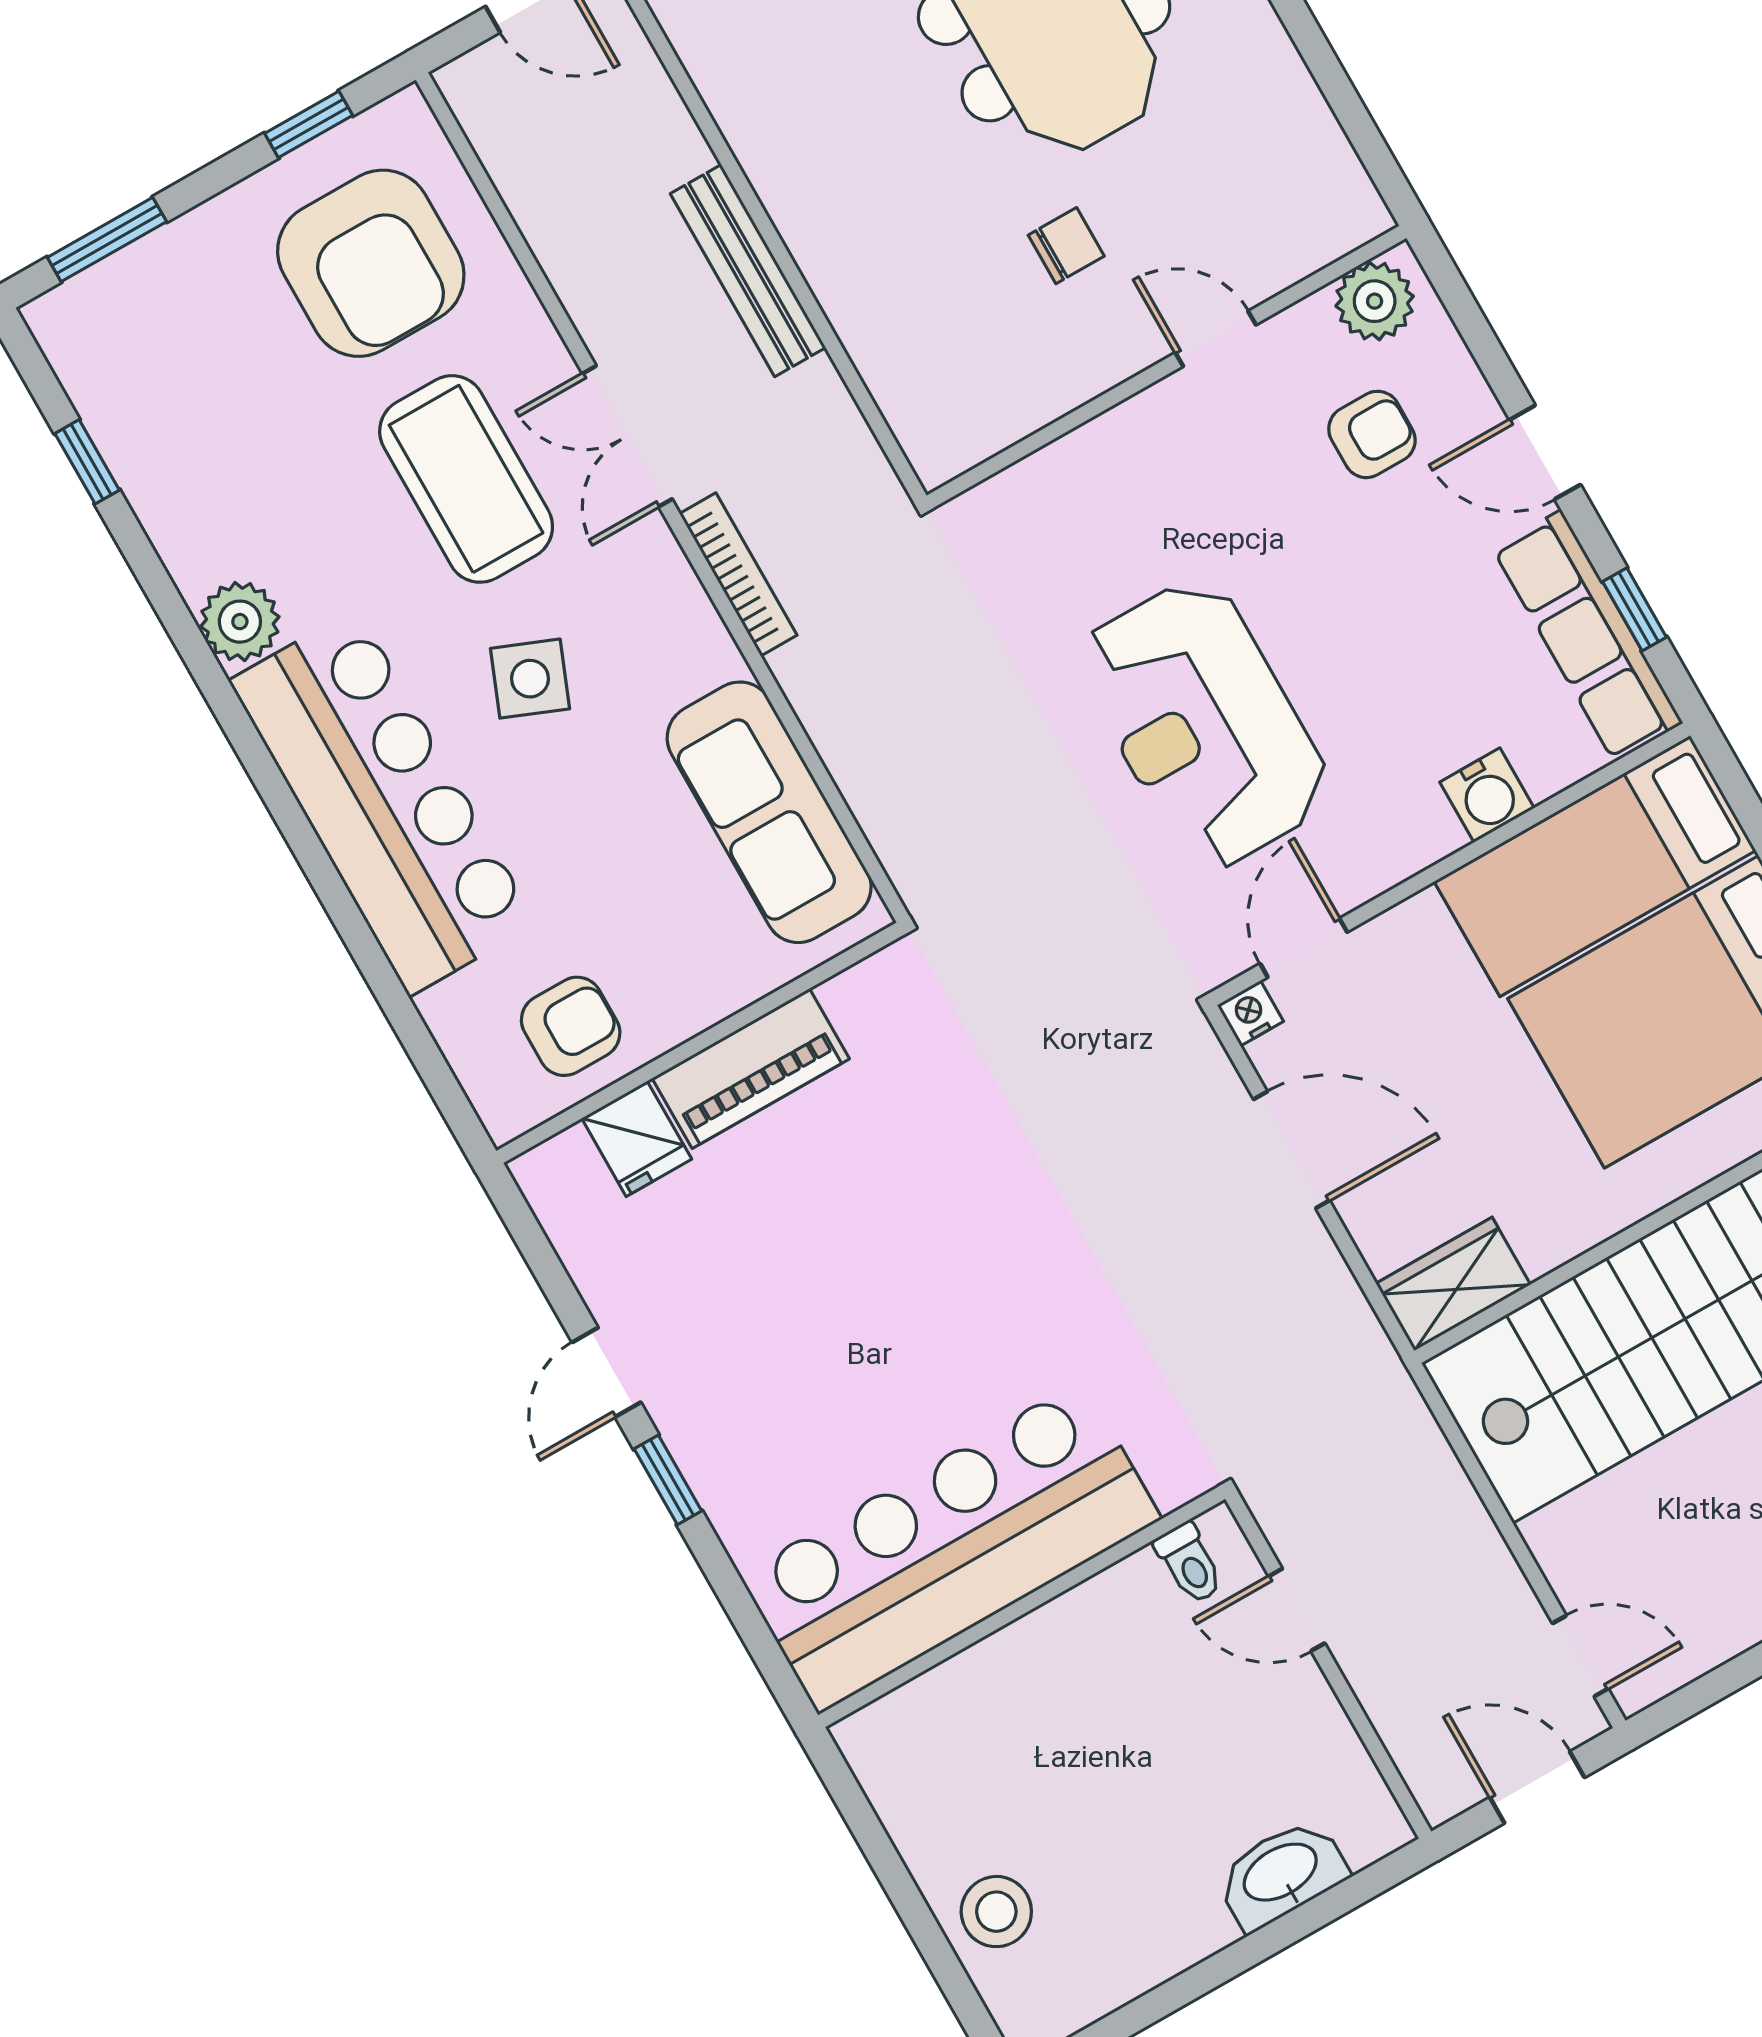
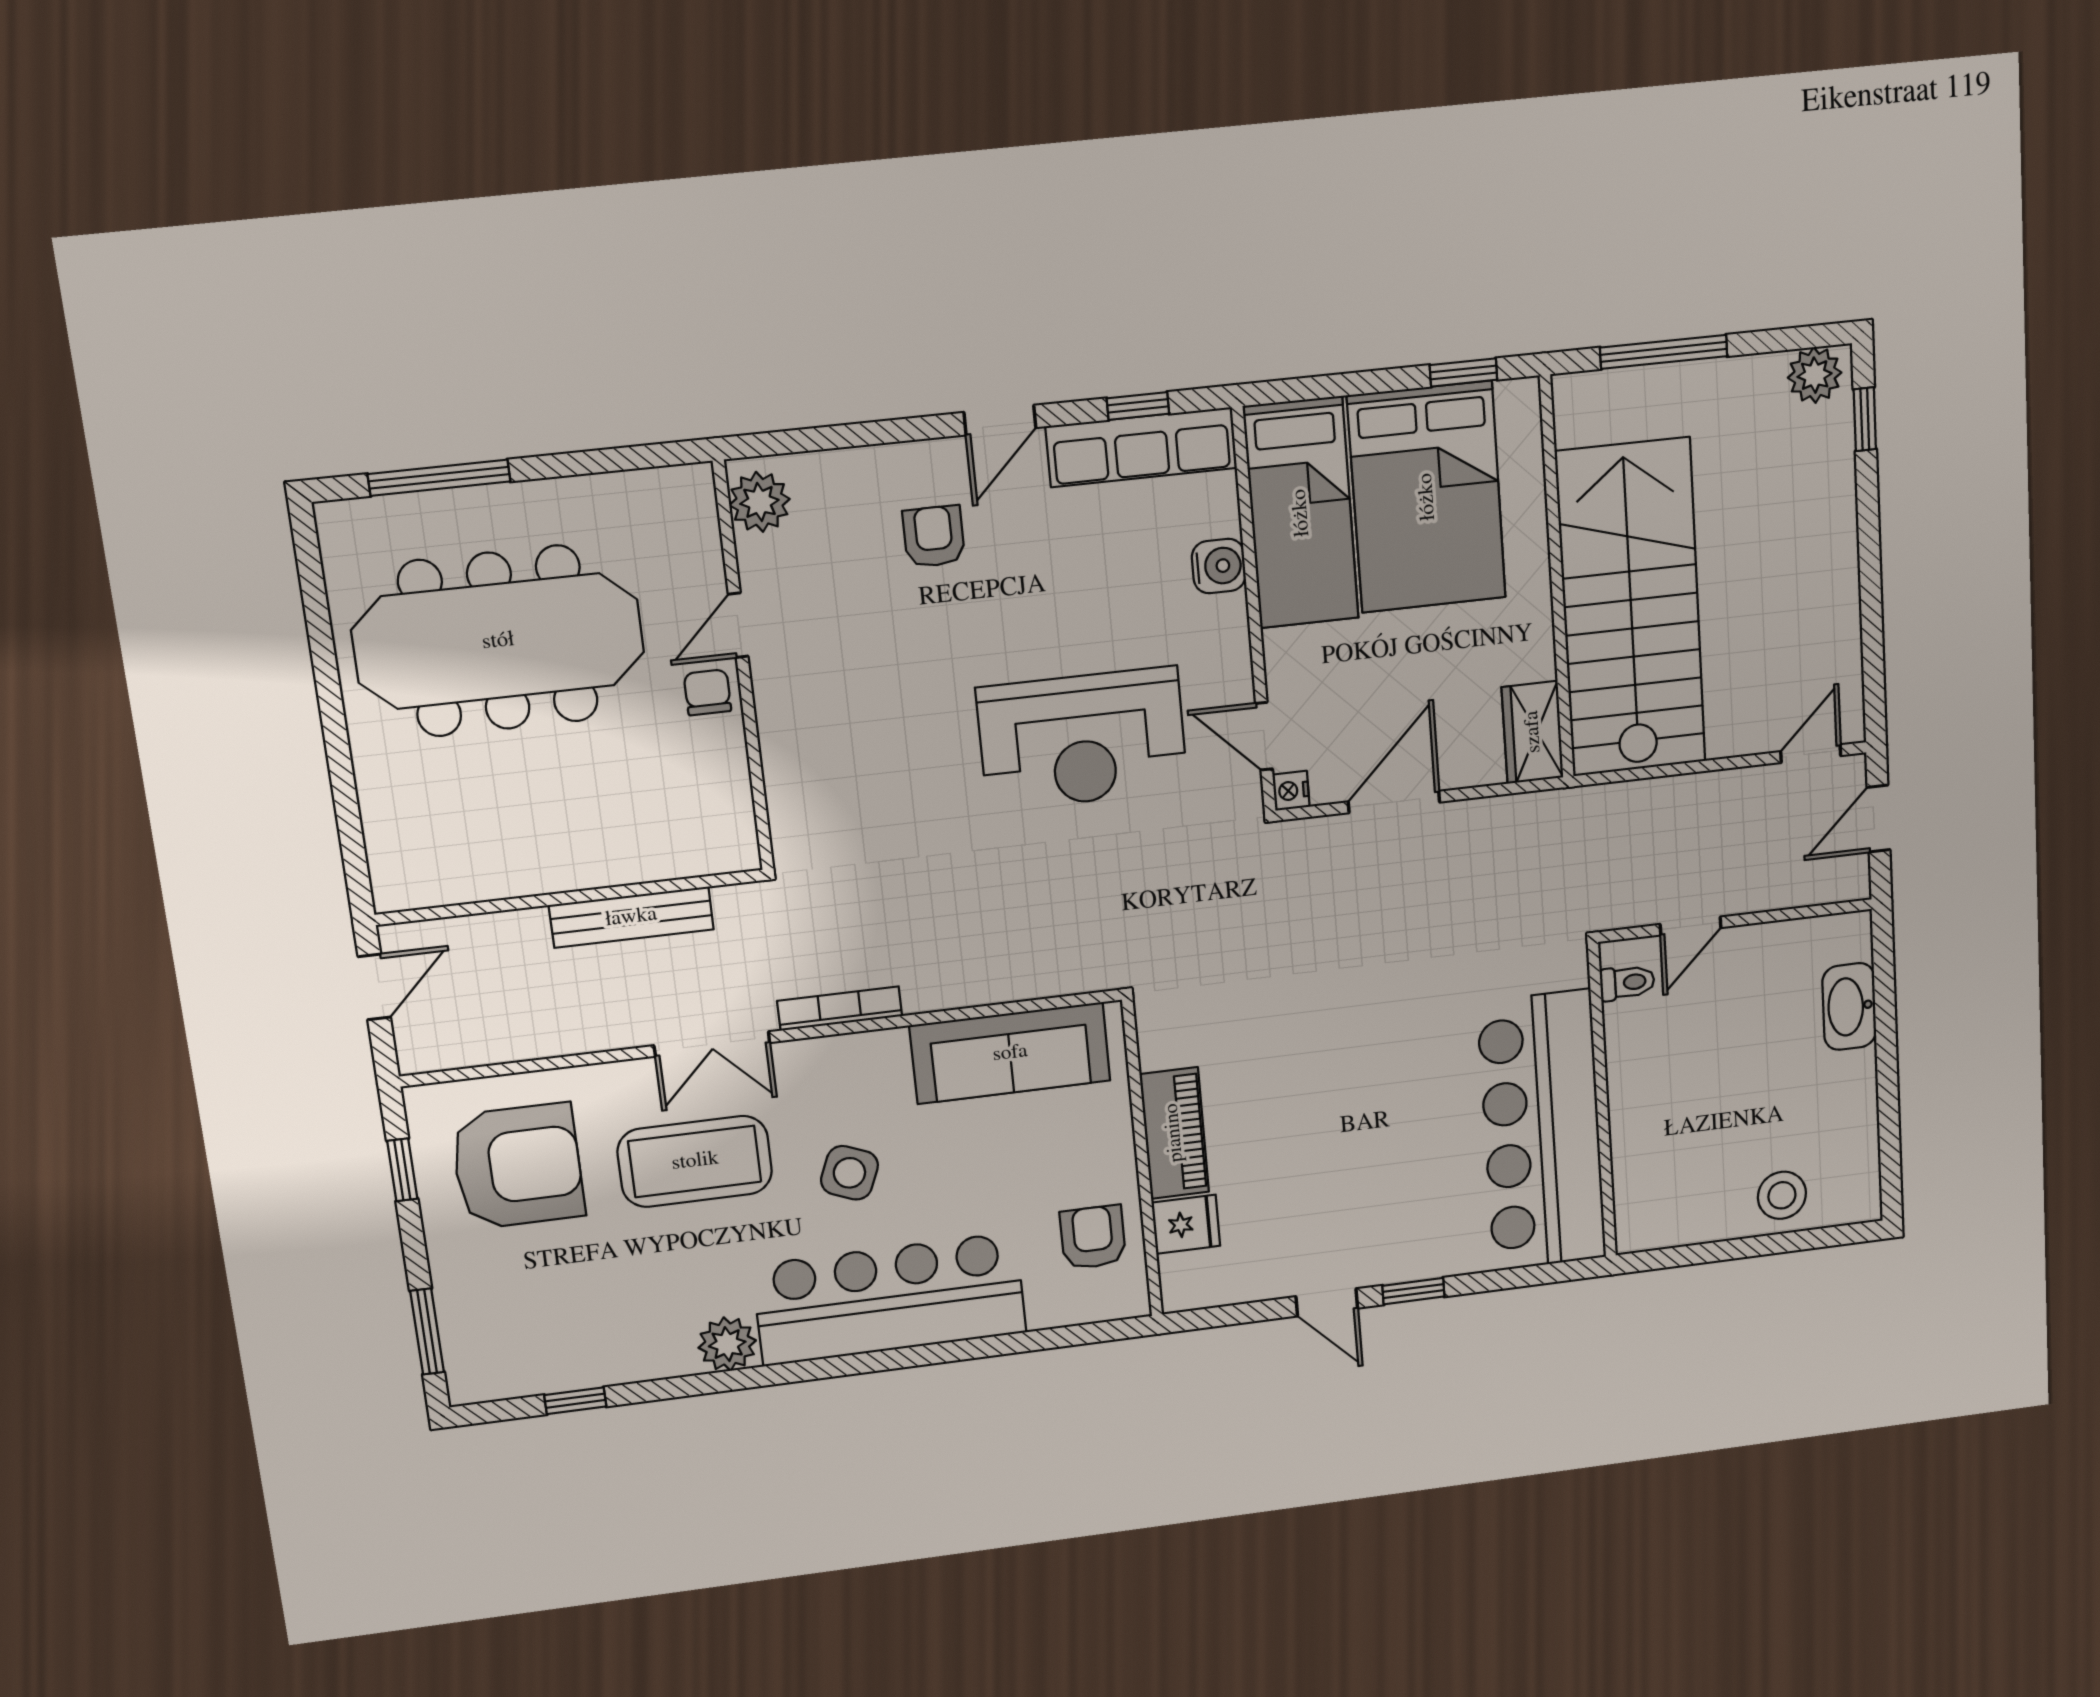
plant: (1375, 301) -> (759, 502), moved
door: (1216, 339) -> (738, 625), moved
wall: (1166, 367) -> (743, 668), moved

